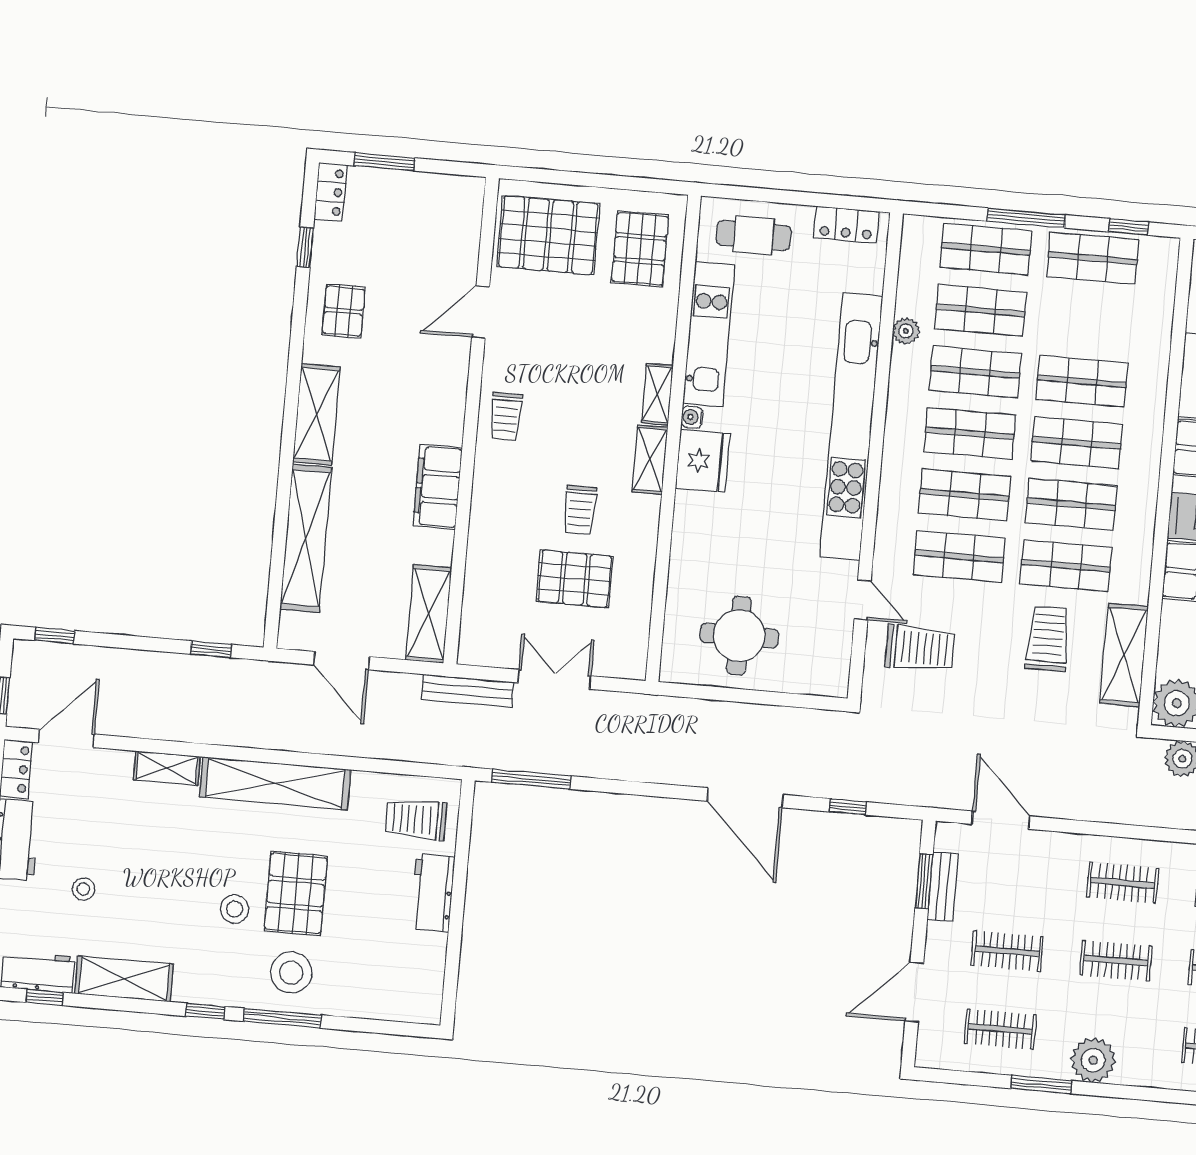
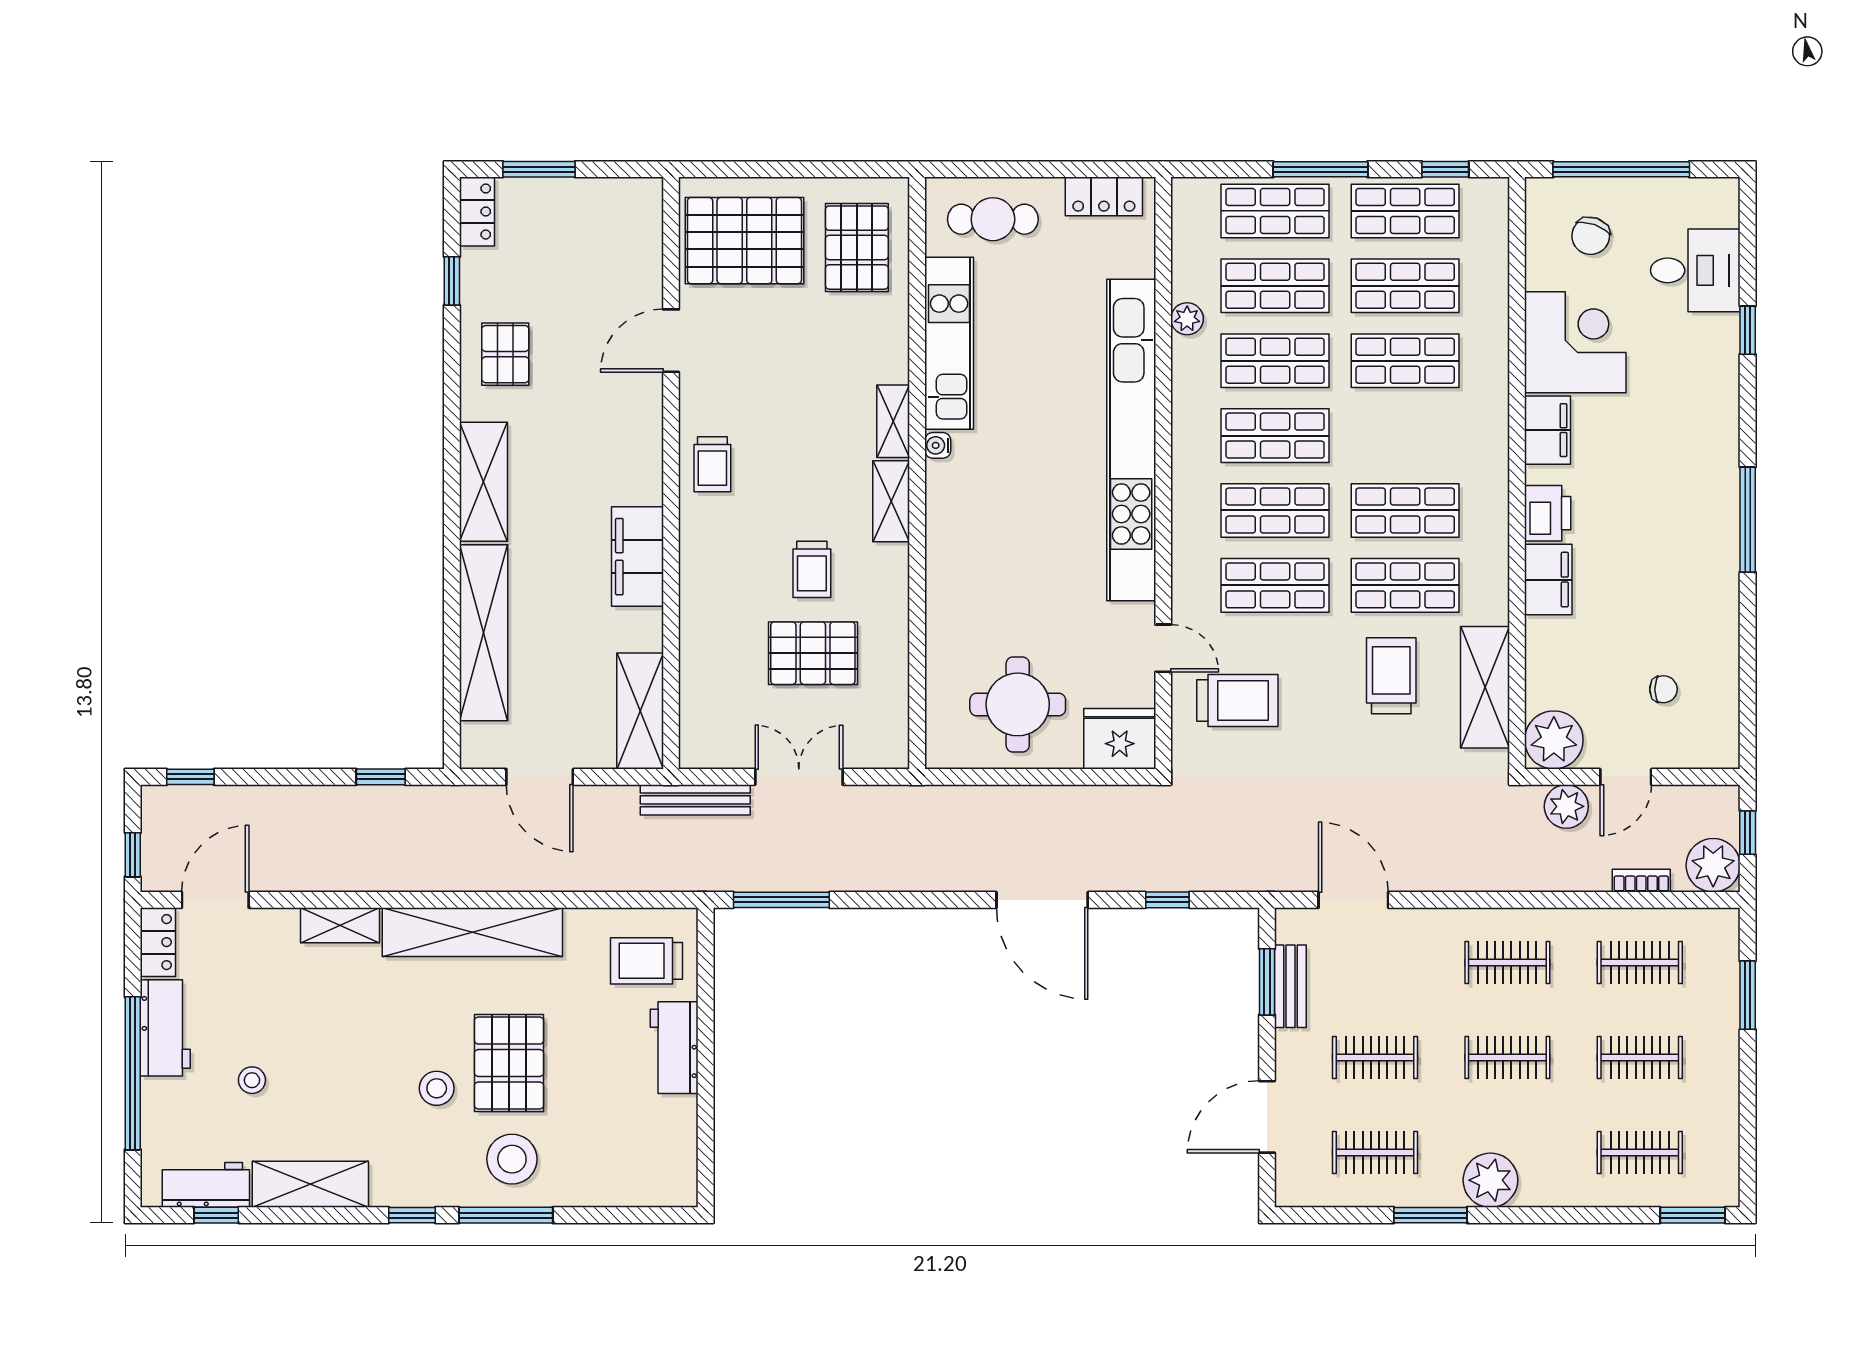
shop shelf: (1077, 443) -> (1405, 286), moved
fridge: (703, 461) -> (1120, 739), moved, turned -90

